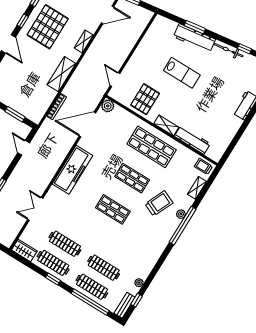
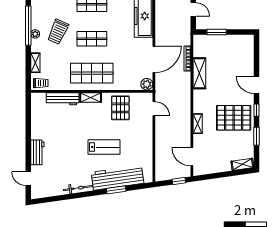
door: (107, 15) -> (192, 157), hinge flipped
pallet: (48, 27) -> (234, 118), turned 90
workbench: (194, 38) -> (117, 178), width x1.36, depth x1.32
window: (245, 49) -> (66, 197), removed
lab bench: (182, 73) -> (104, 147), turned 180
shelving: (61, 74) -> (199, 73), moved

